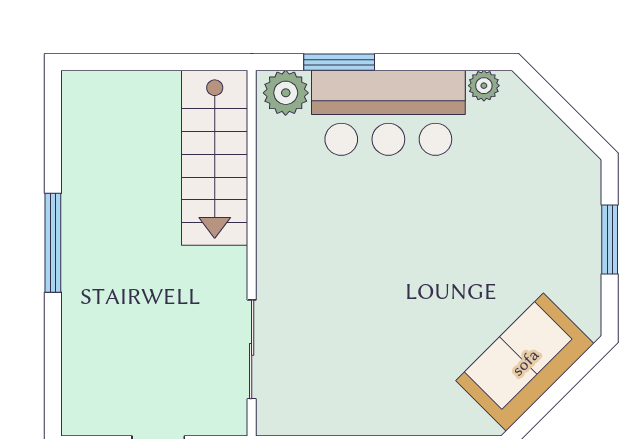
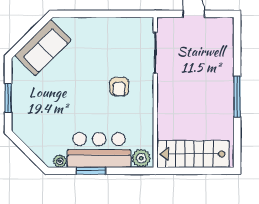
window: (339, 62) -> (91, 171), moved
stairs: (215, 158) -> (193, 154), moved, turned -90
armchair: (340, 267) -> (119, 87), added

